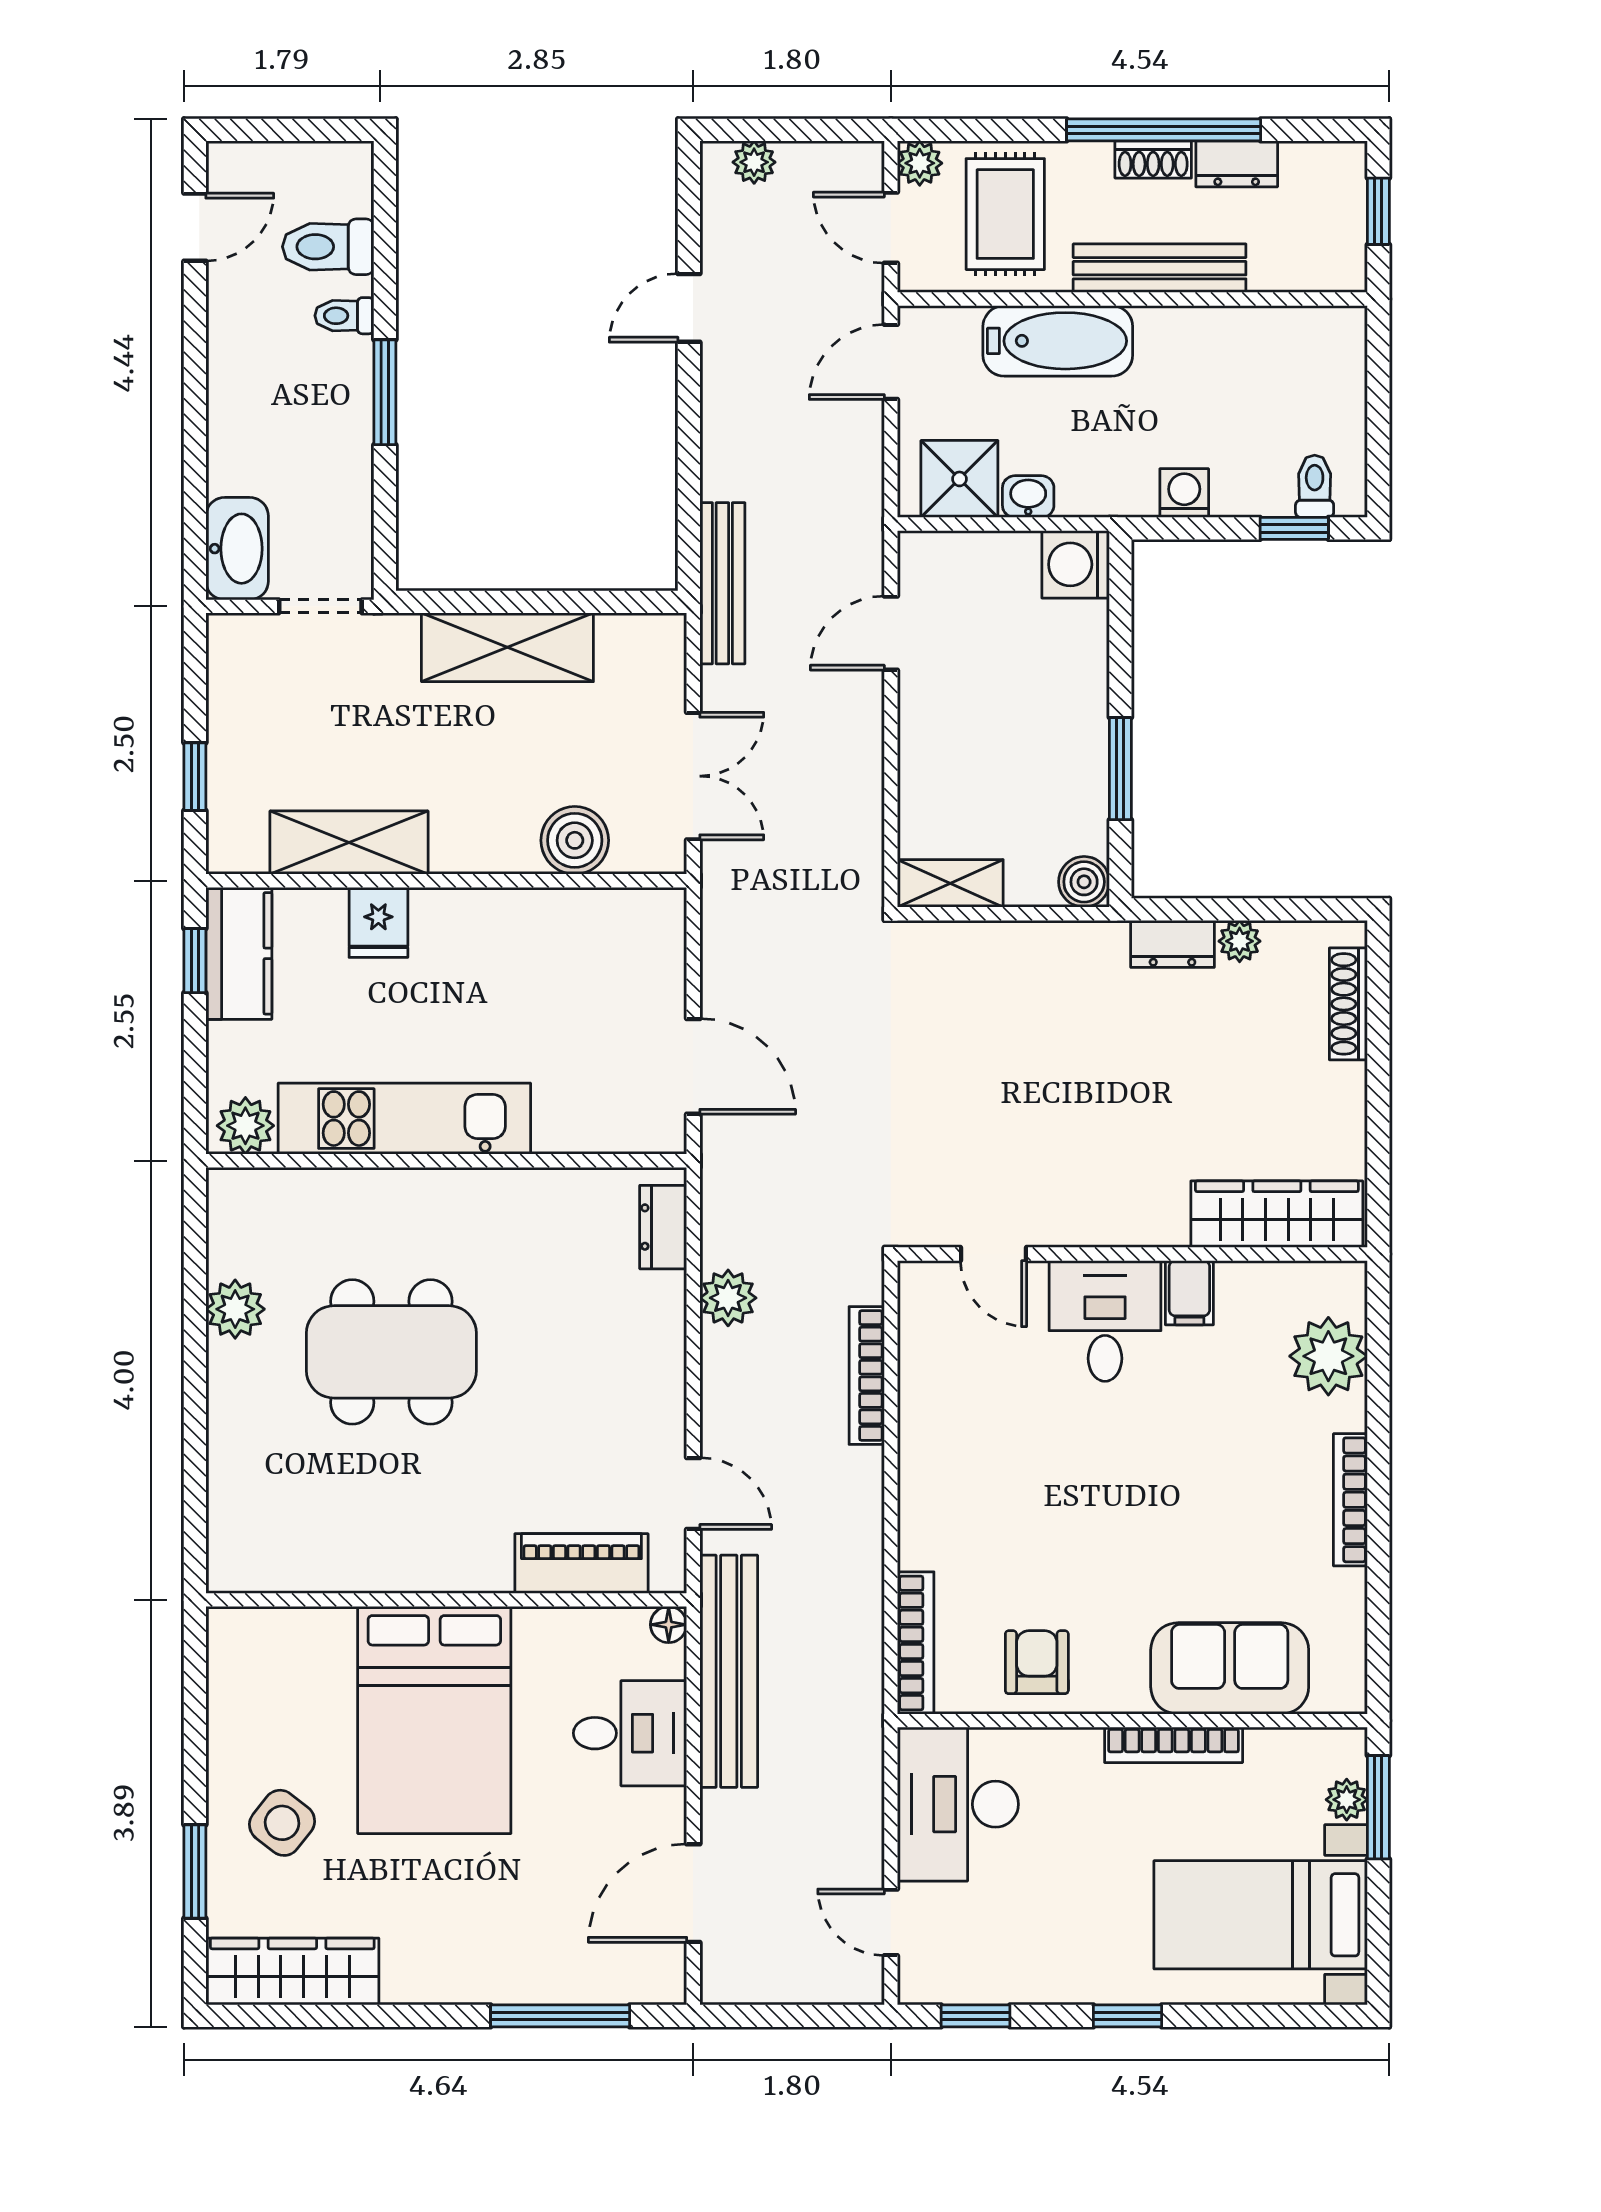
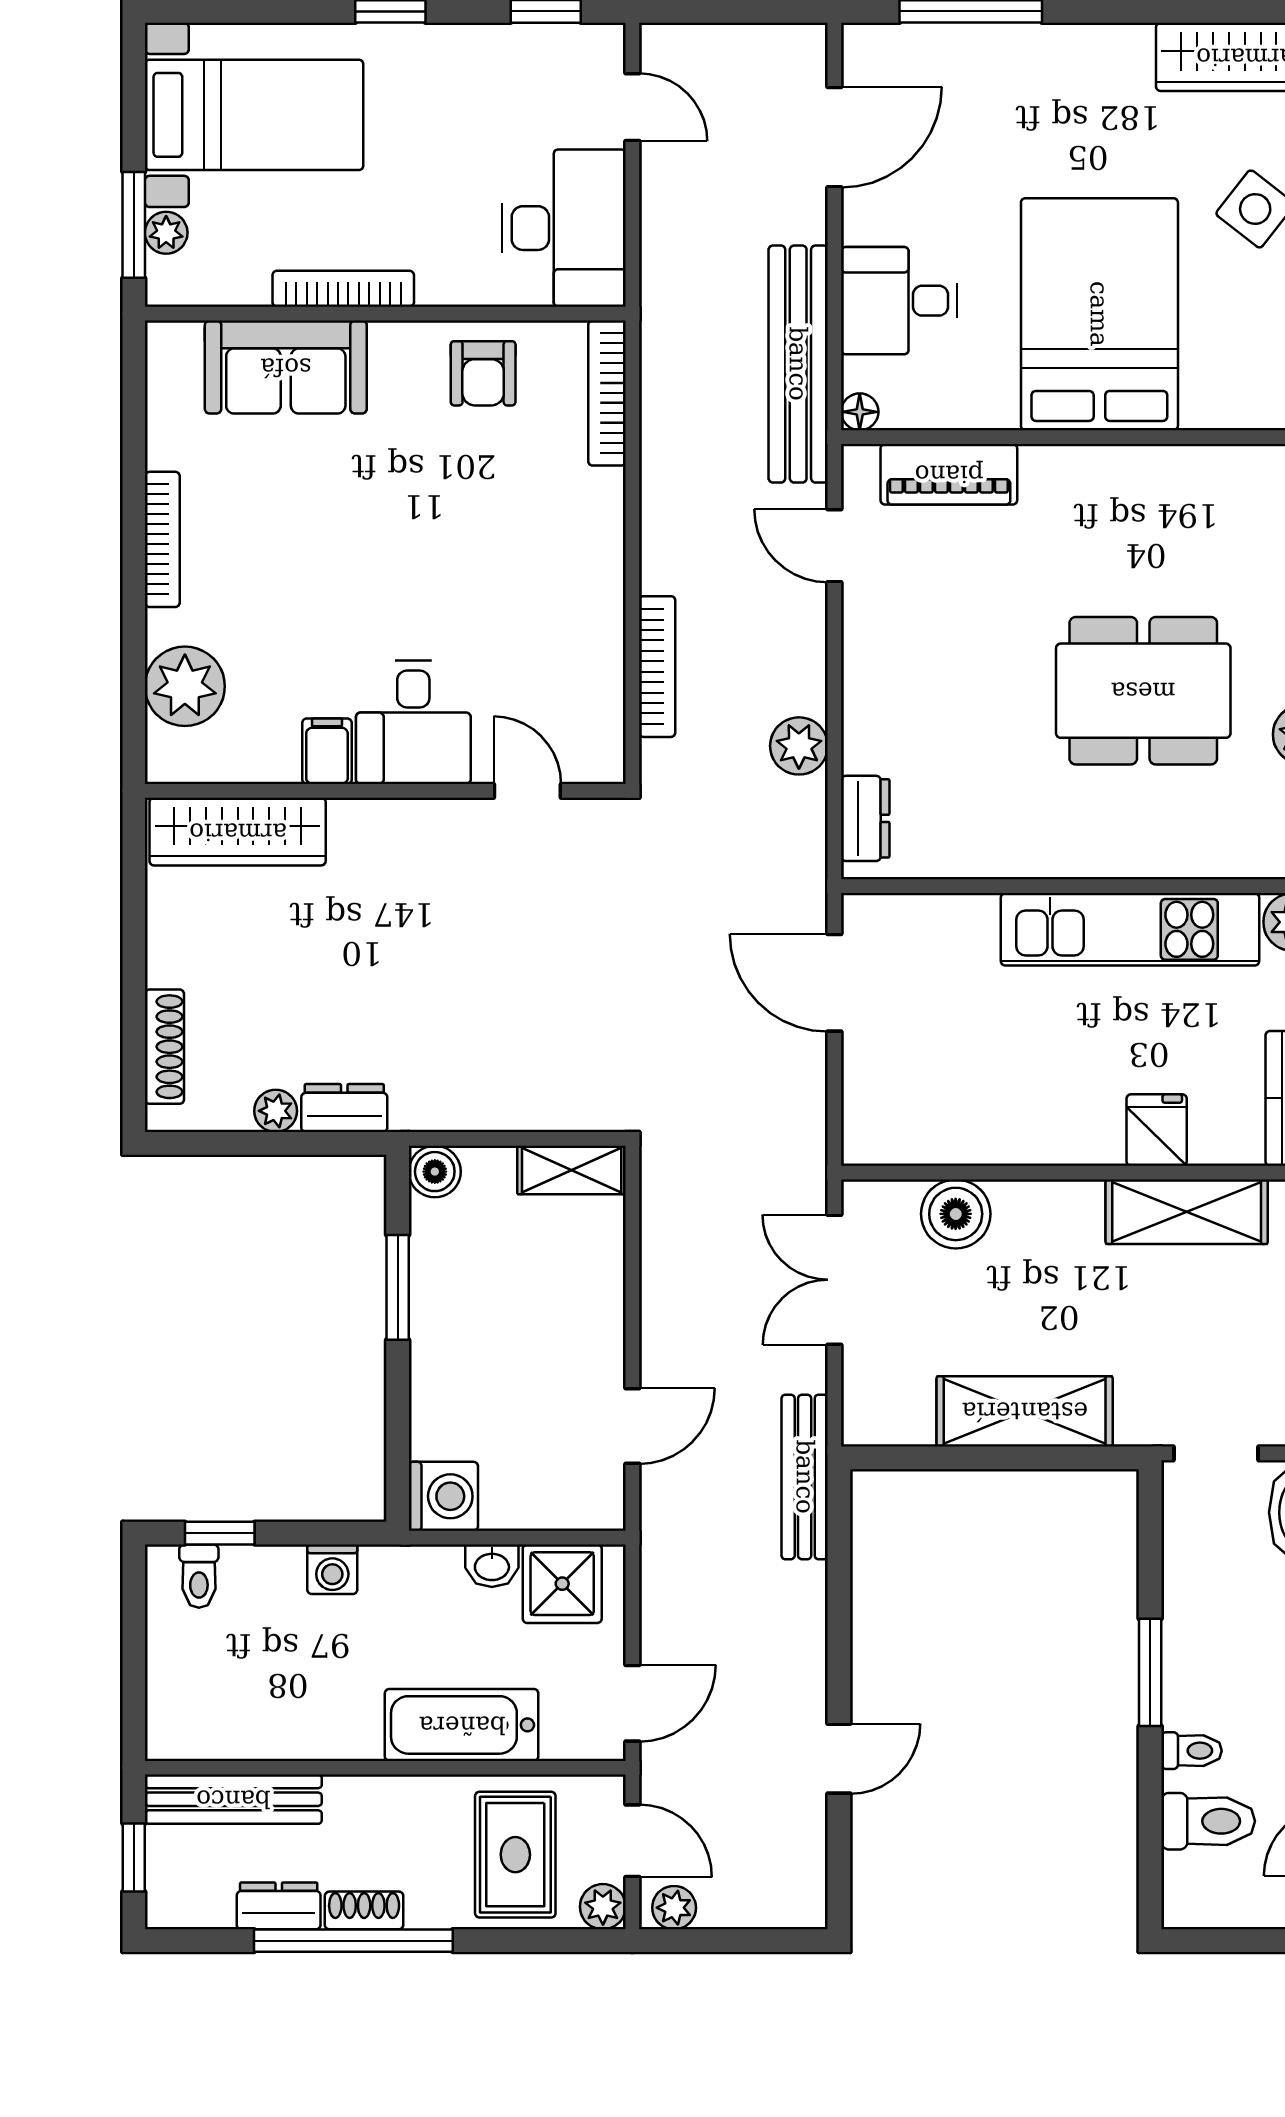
plant: (754, 162) -> (674, 1908), moved
bench: (1160, 268) -> (233, 1799), moved

